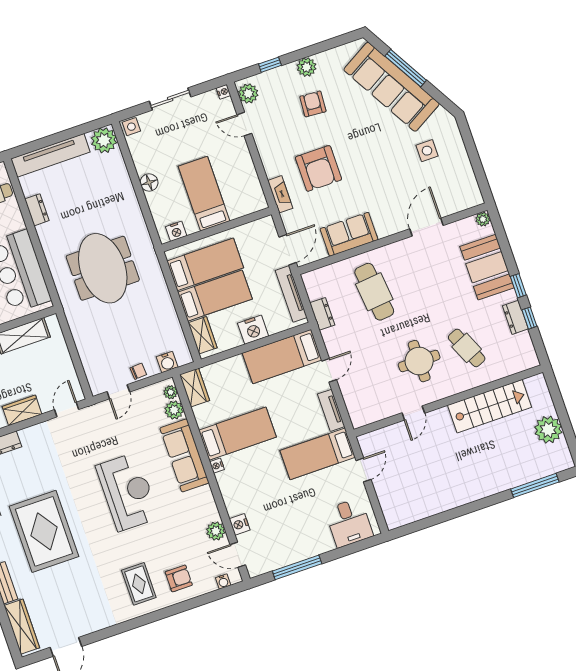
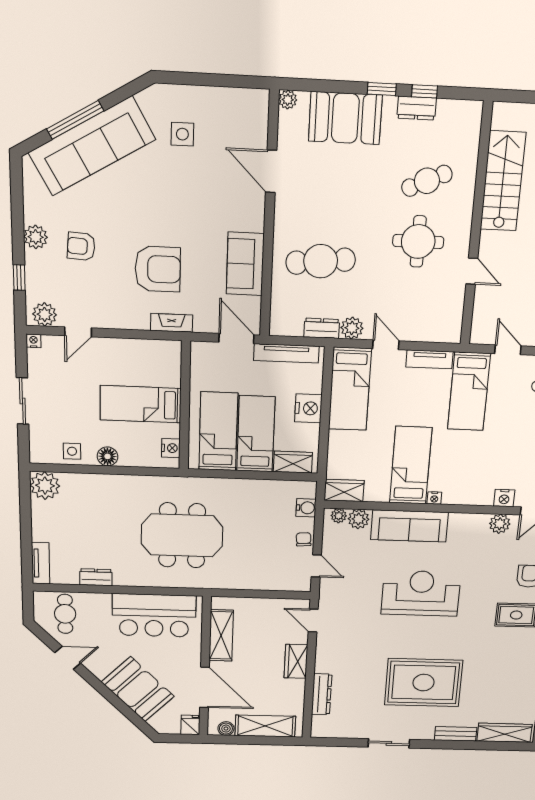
side table: (131, 127) -> (72, 451), moved
tv unit: (50, 155) -> (41, 563), width x0.52, depth x0.78
plant: (332, 338) -> (352, 328), added

